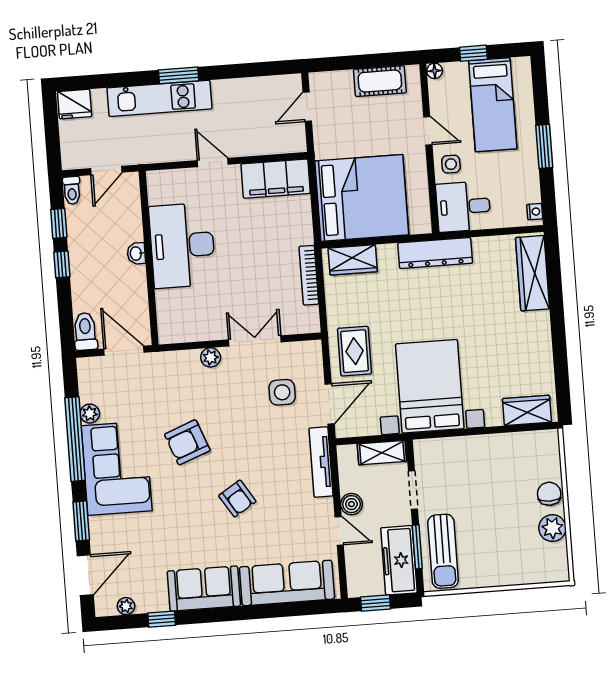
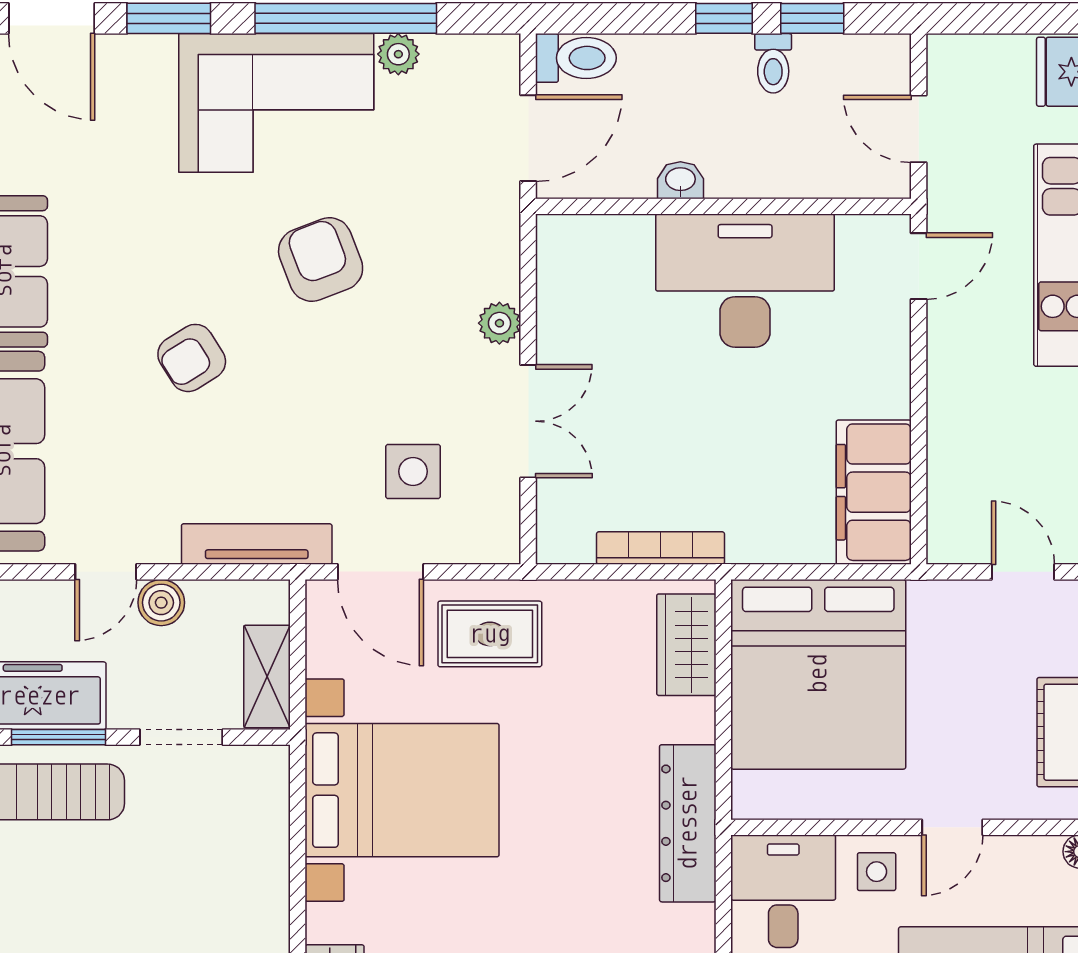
door: (213, 162) -> (919, 266), moved
toilet: (72, 190) -> (773, 63), moved, turned -90
washbasin: (136, 254) -> (680, 180), moved

